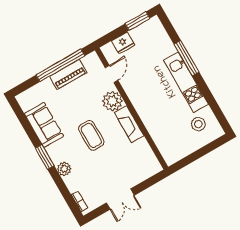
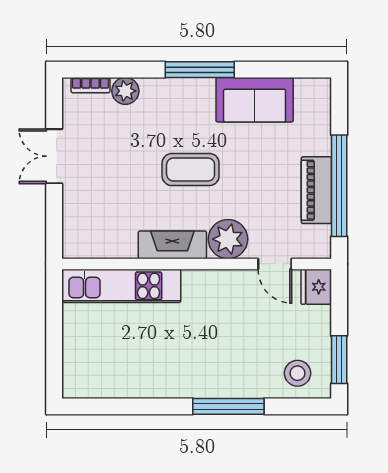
fridge: (123, 43) -> (316, 287), moved
kitchen unit: (186, 82) -> (121, 286), moved, turned 180
stool: (198, 124) -> (297, 373), moved
window: (45, 157) -> (200, 70), width x1.44
plant: (64, 169) -> (125, 91), moved

